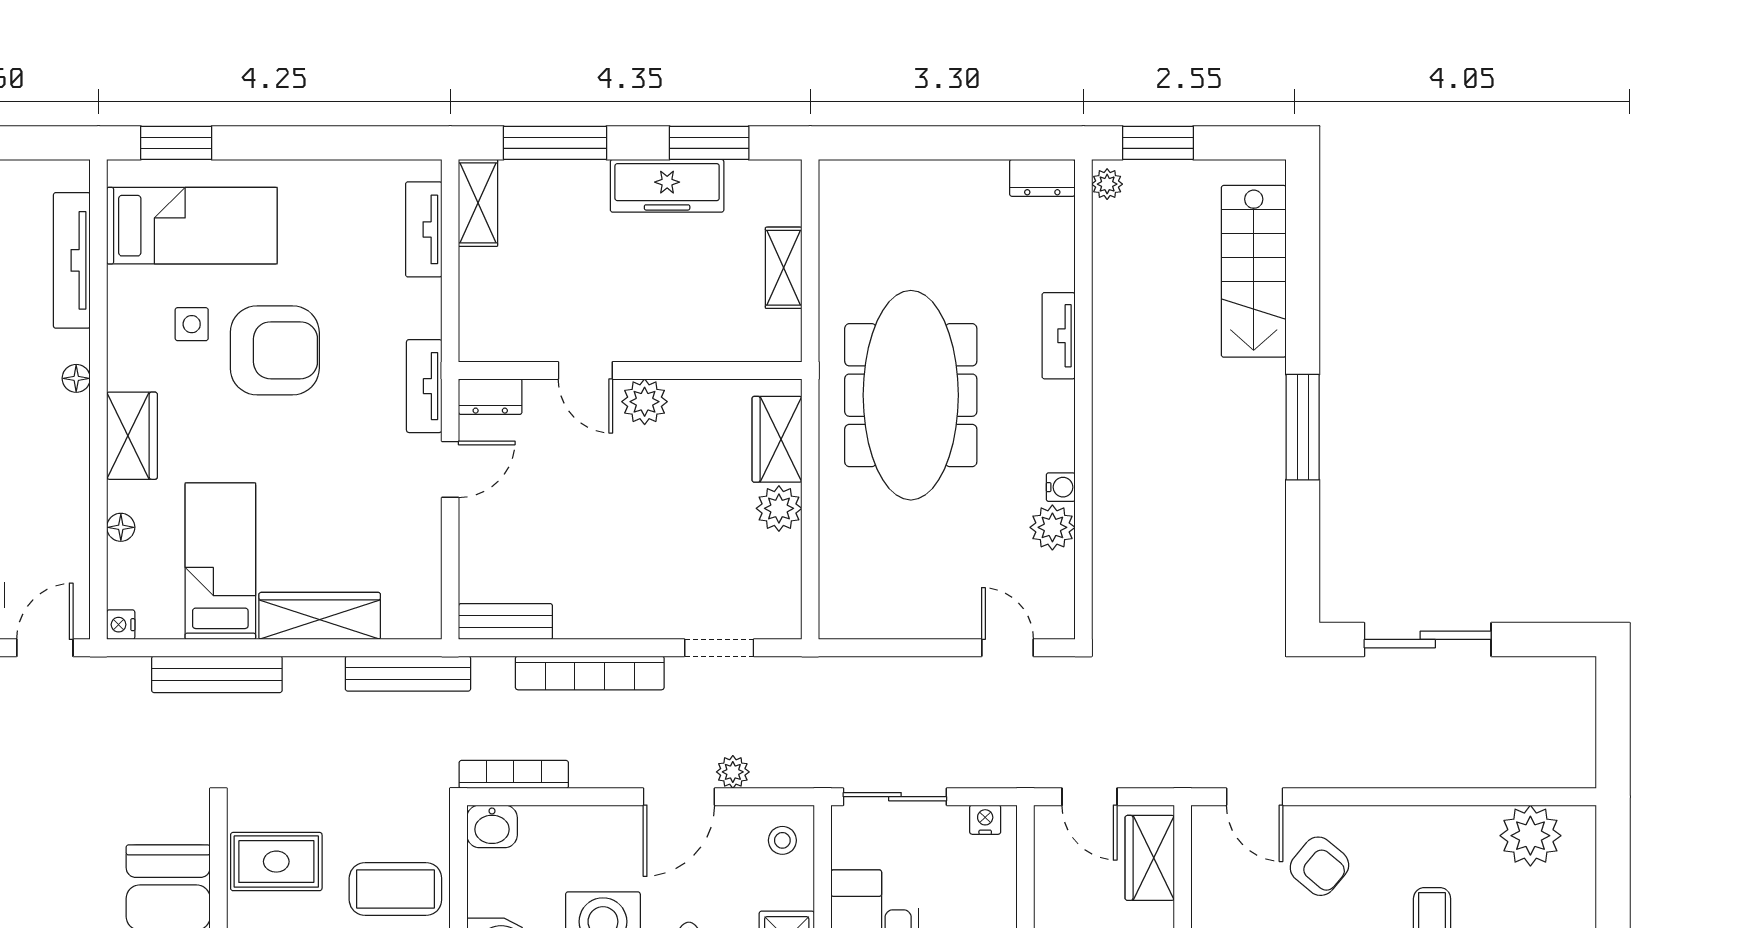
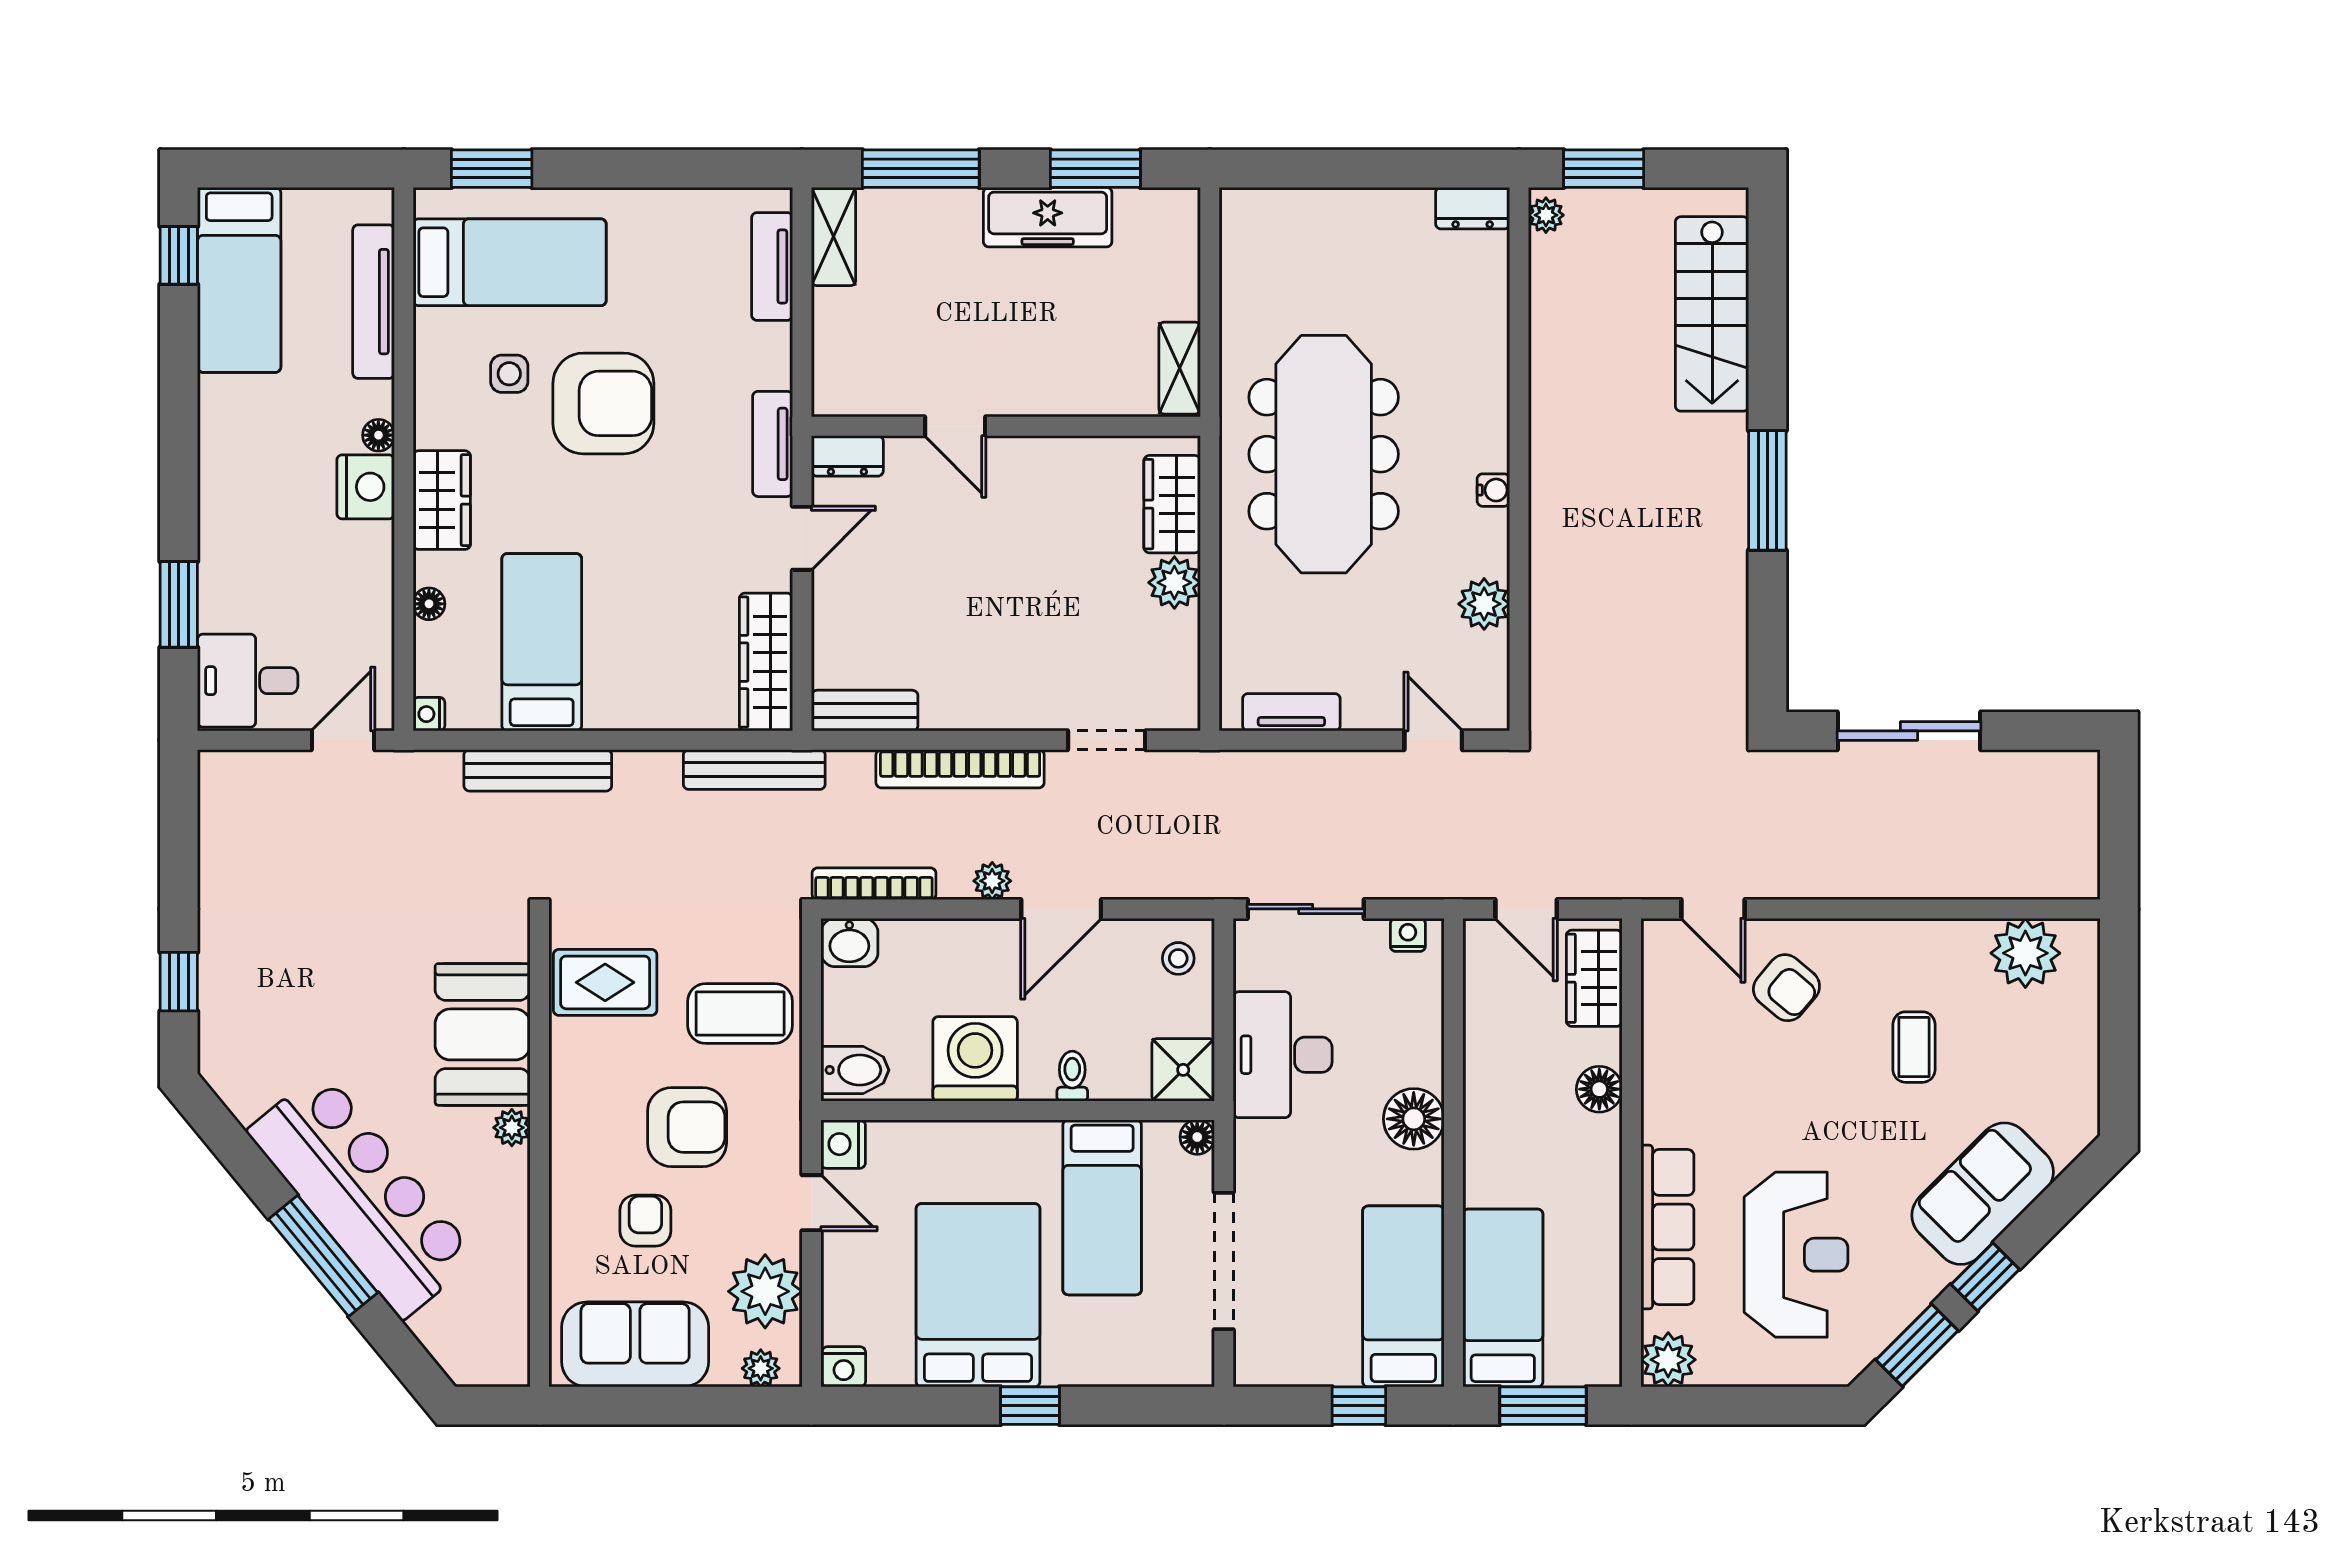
shelving: (784, 268) -> (1180, 368), moved
tv unit: (1059, 336) -> (1291, 712), moved, turned 90
plant: (645, 402) -> (1022, 462), removed
nightstand: (65, 424) -> (366, 487), added
water cooler: (1061, 487) -> (1493, 490), moved
wardrobe: (320, 616) -> (766, 662), moved, turned -90
plant: (733, 772) -> (992, 881), moved

